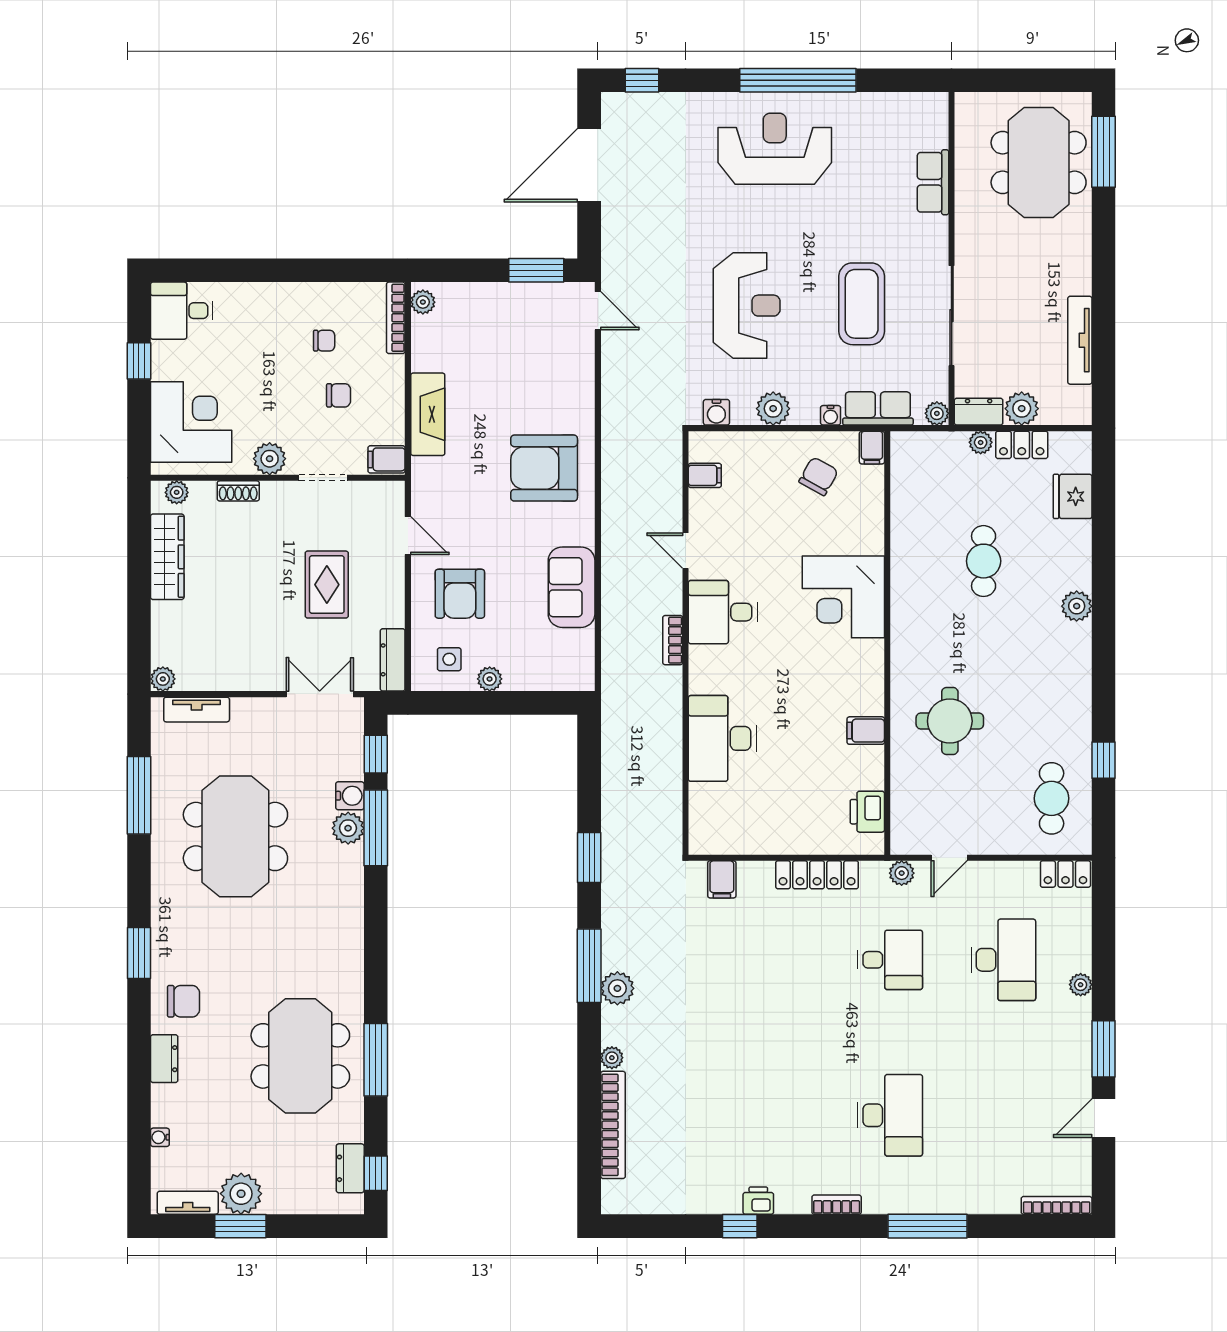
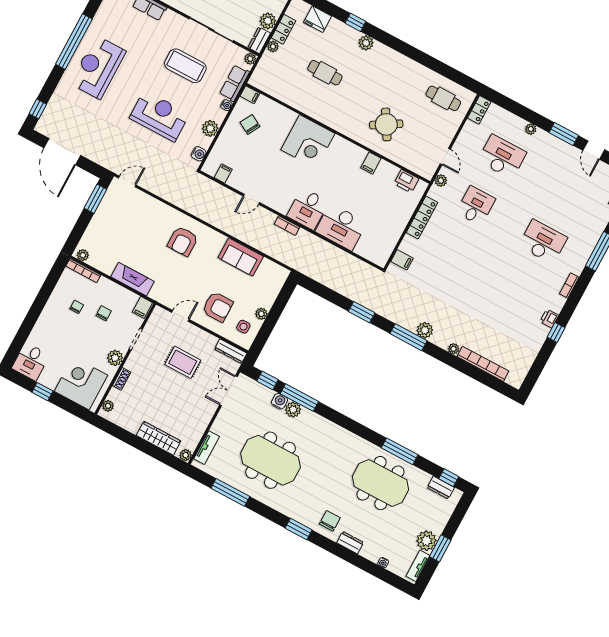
armchair: (544, 468) -> (183, 241), width x0.73, depth x0.73
wardrobe: (167, 557) -> (159, 438), moved
desk: (723, 612) -> (308, 209), moved
round table: (950, 721) -> (386, 124), turned -31
window: (1104, 760) -> (355, 22), moved

